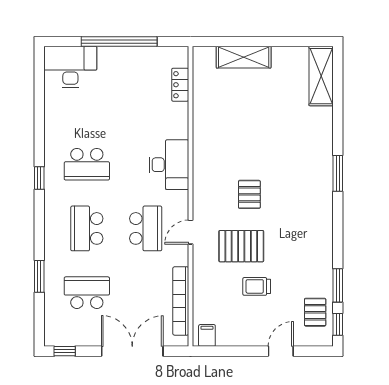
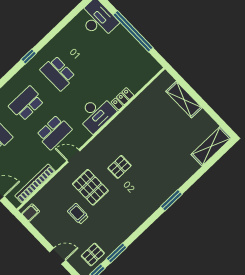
locker: (180, 85) -> (123, 99), moved

